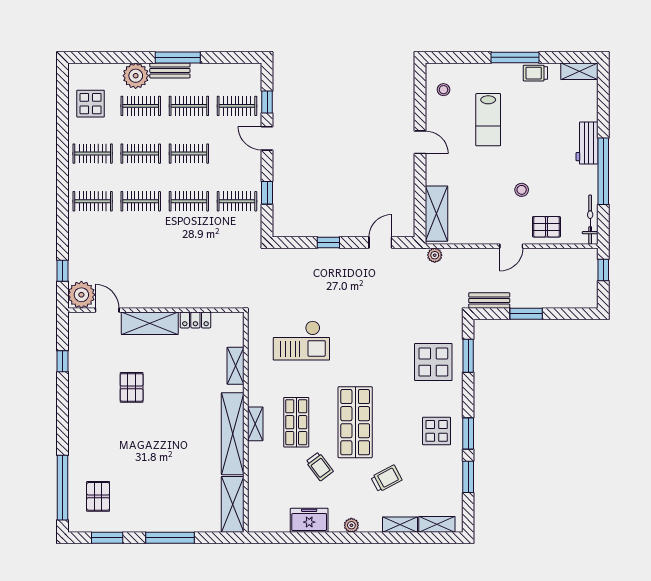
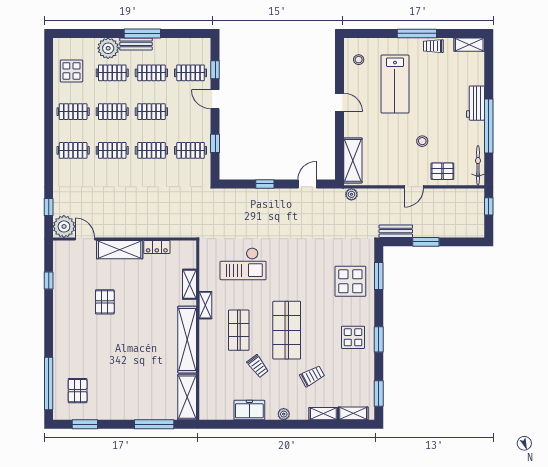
lab bench: (488, 120) -> (395, 84), width x1.36, depth x1.39
shelving: (255, 424) -> (205, 305), moved
window: (468, 477) -> (379, 394), moved
window: (170, 538) -> (154, 424), moved

